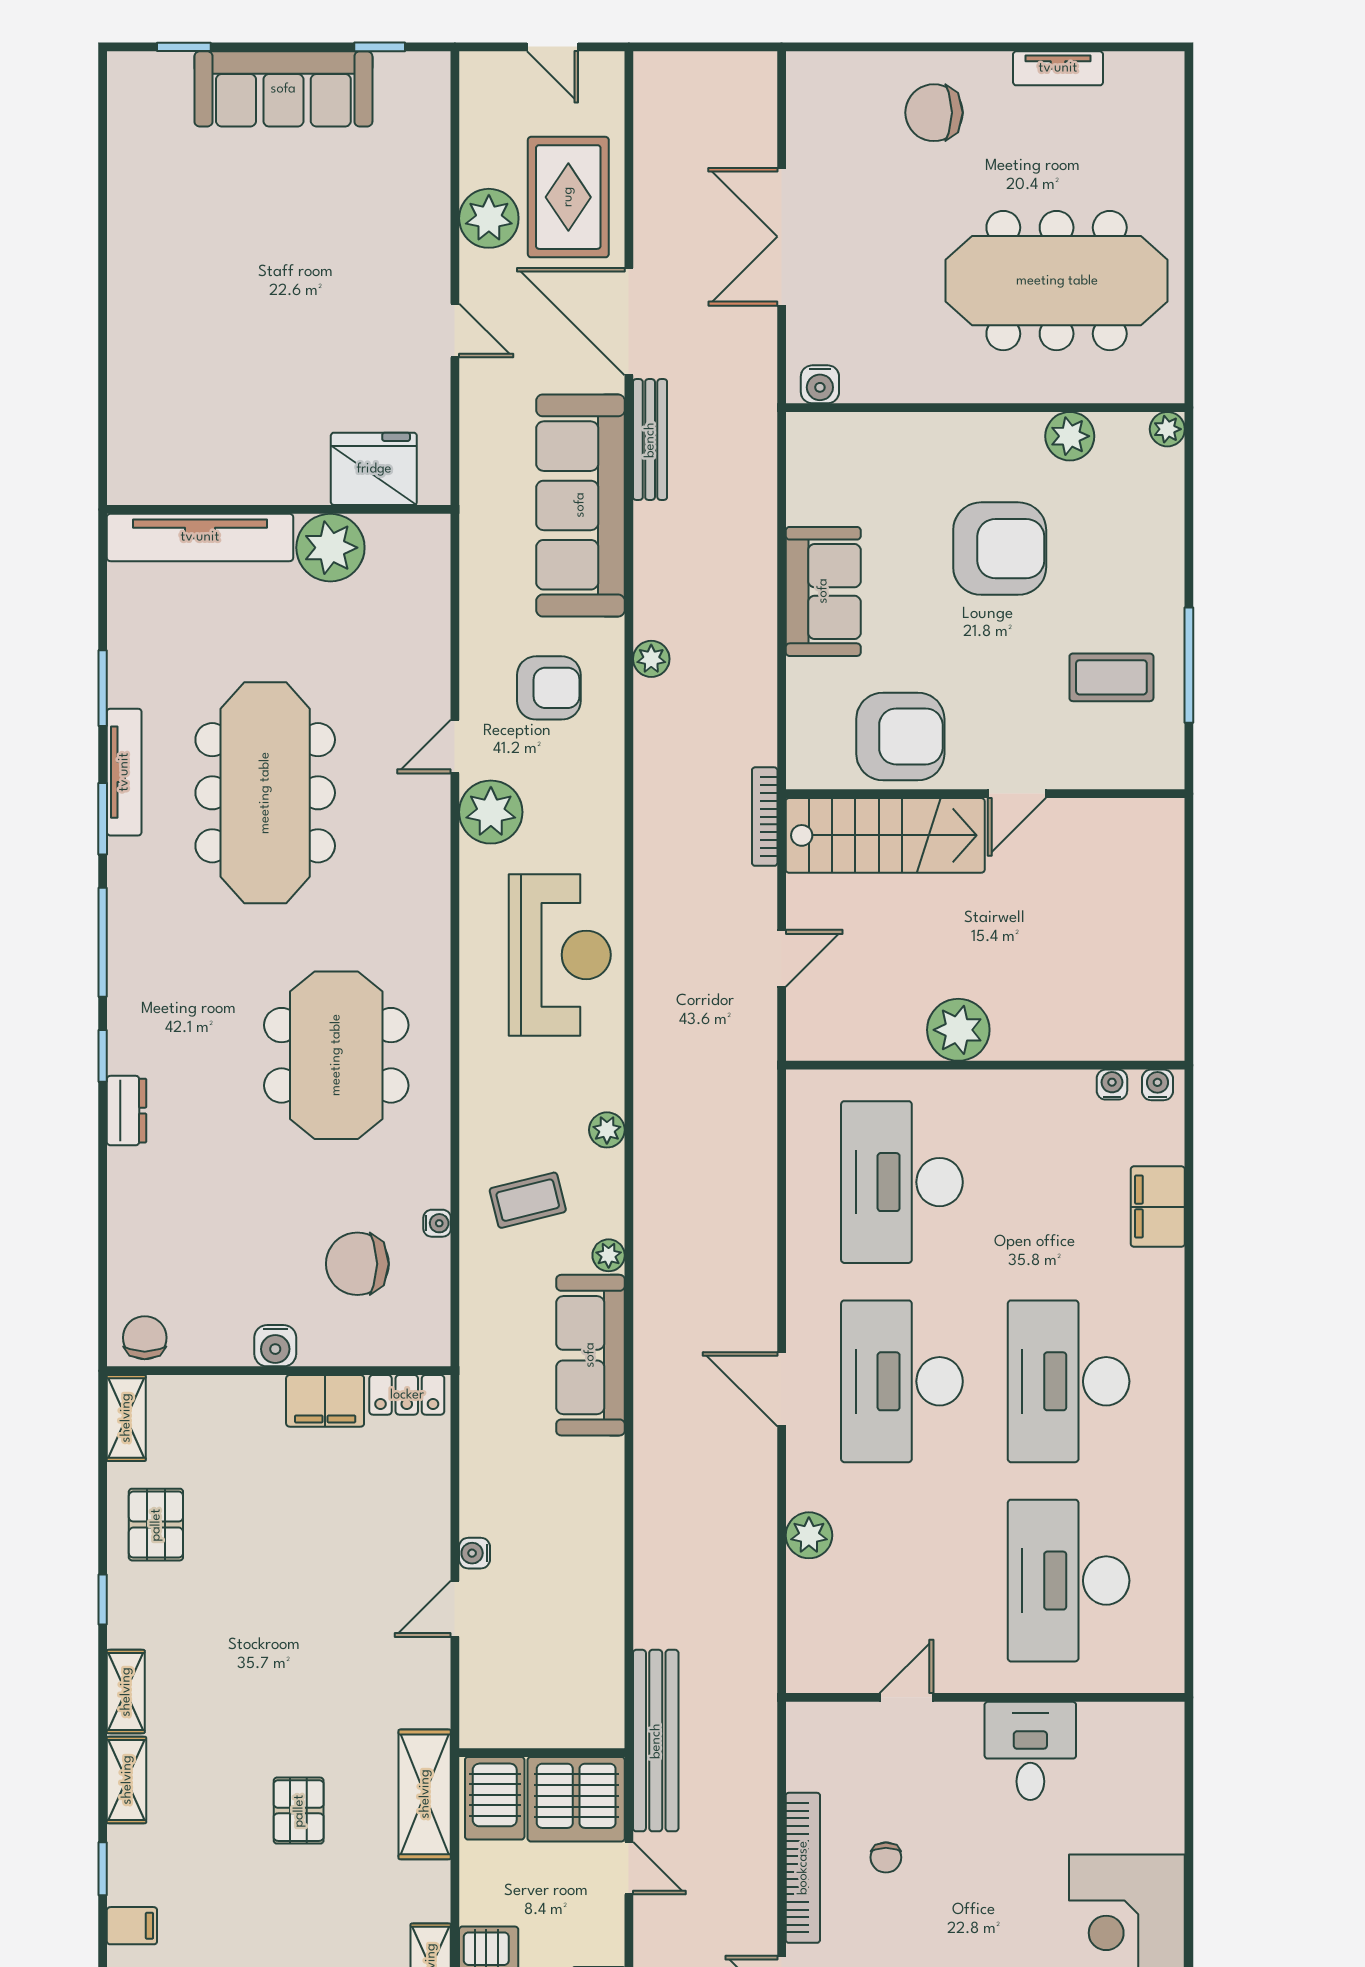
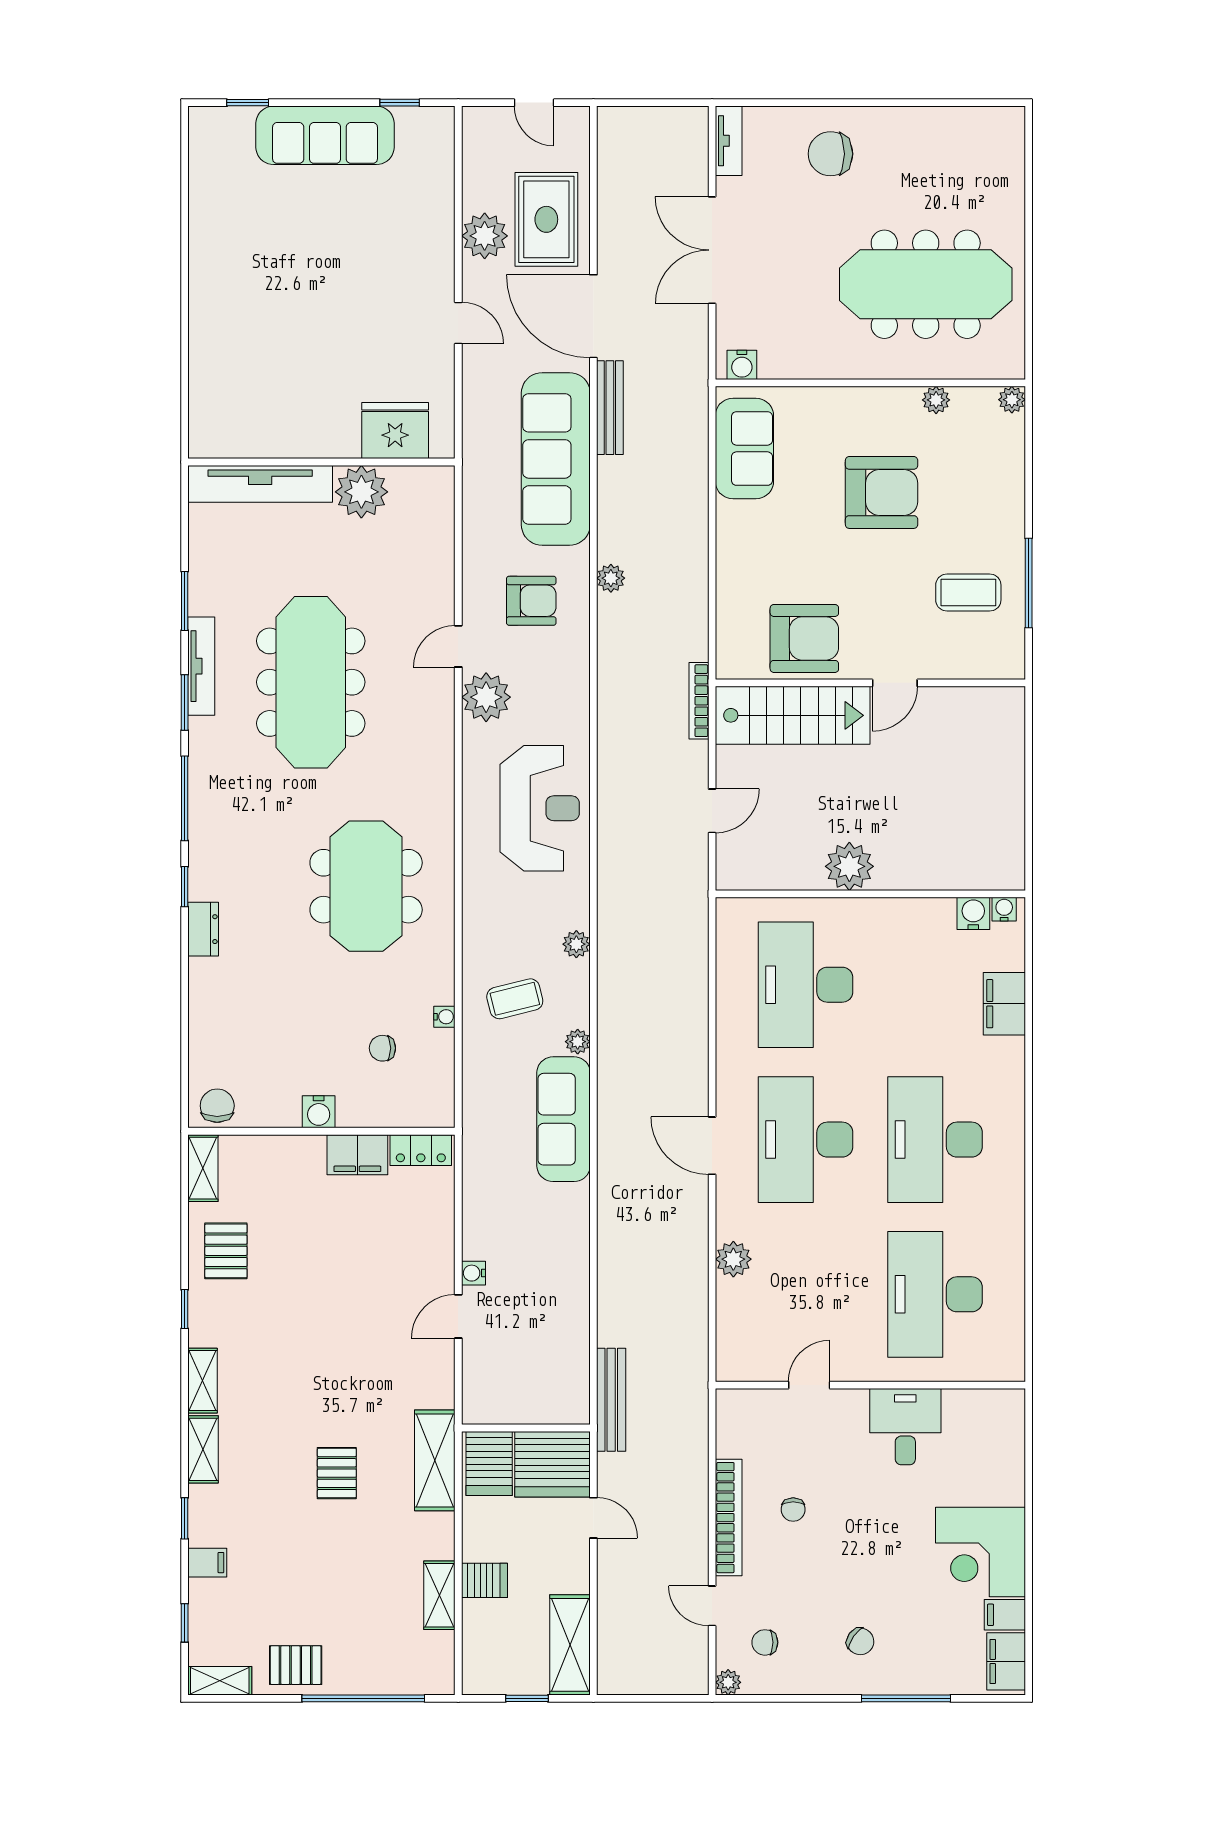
tv unit: (1058, 68) -> (729, 141), moved, turned -90
plant: (1070, 436) -> (936, 400), width x0.73, depth x0.73
sofa: (823, 591) -> (744, 449), moved
water cooler: (1112, 1085) -> (973, 913), width x1.38, depth x1.38
chair: (357, 1264) -> (382, 1048), width x0.54, depth x0.54
bench: (656, 1741) -> (611, 1400), width x0.73, depth x0.82

